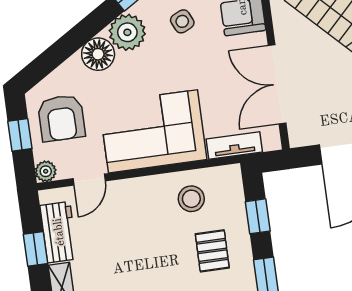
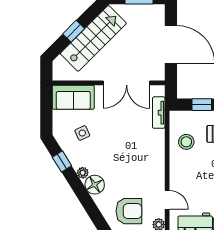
plant: (127, 32) -> (83, 173), width x0.53, depth x0.53
corner sofa: (153, 131) -> (144, 159), removed

